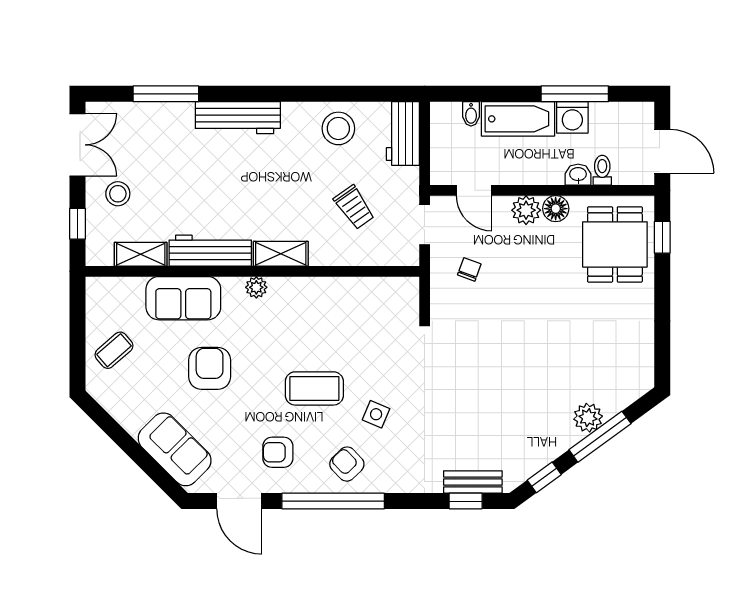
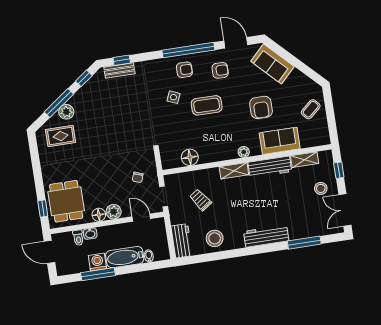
floor lamp: (362, 293) -> (190, 157), added
rug: (606, 372) -> (61, 136), added
armchair: (347, 464) -> (184, 70), turned -46

